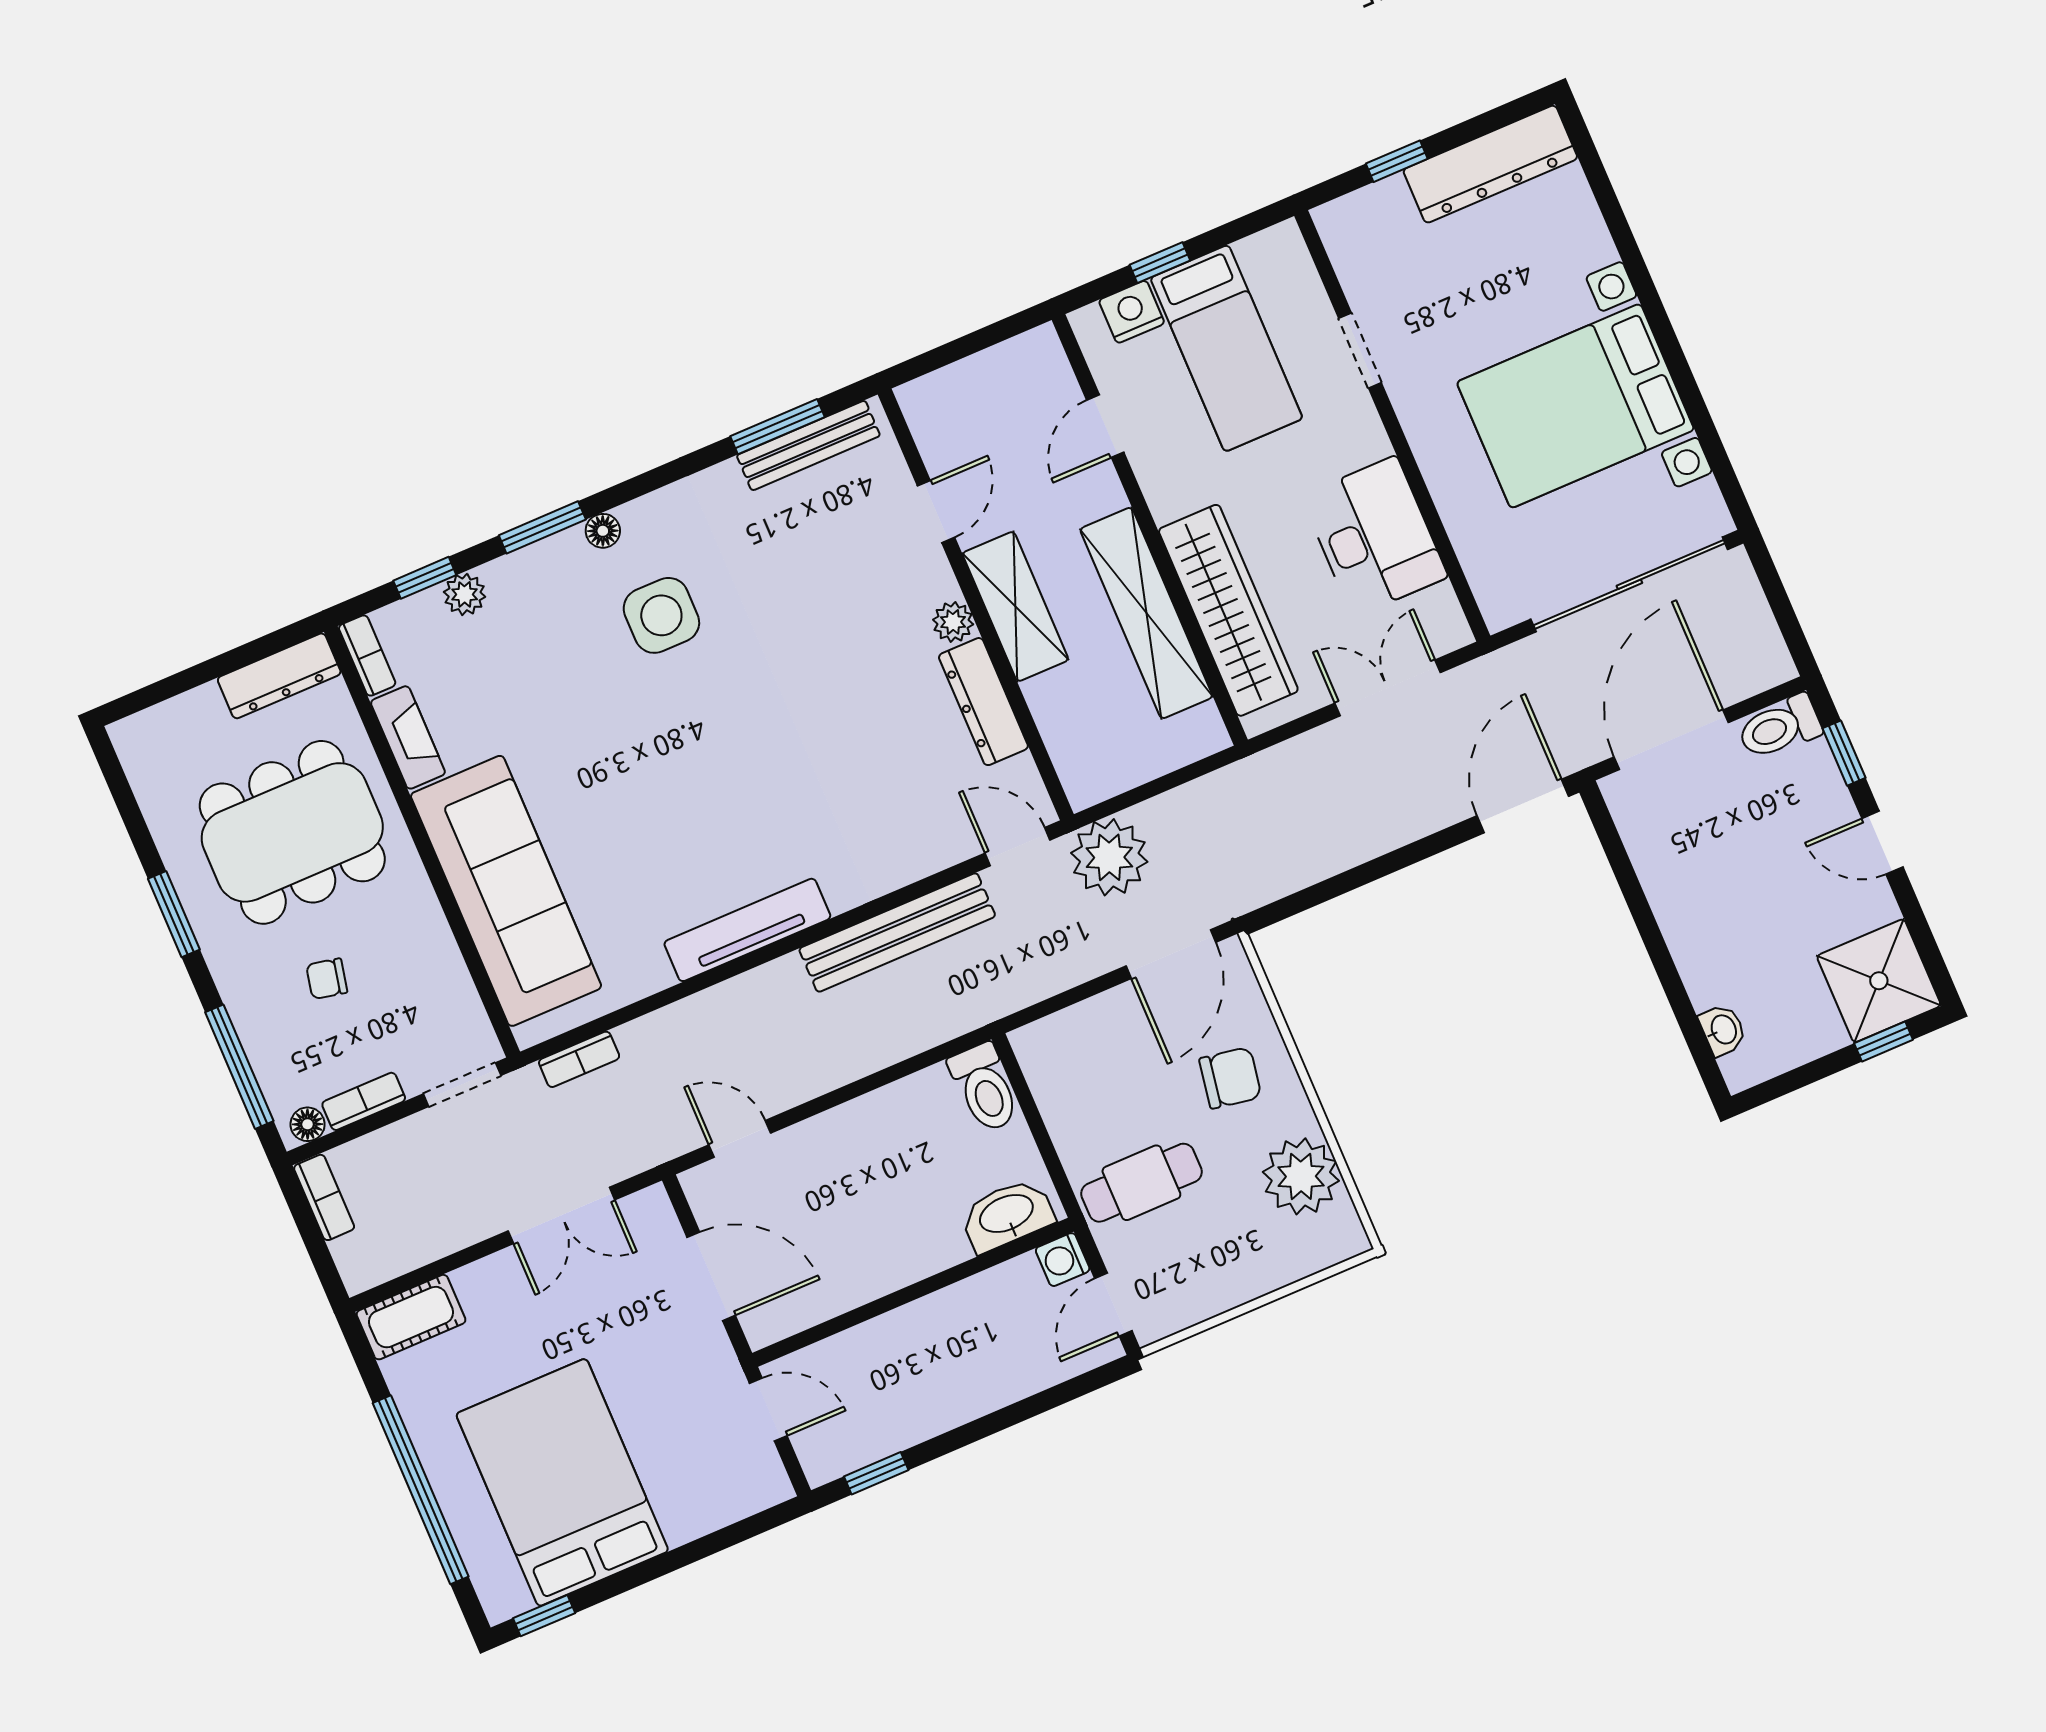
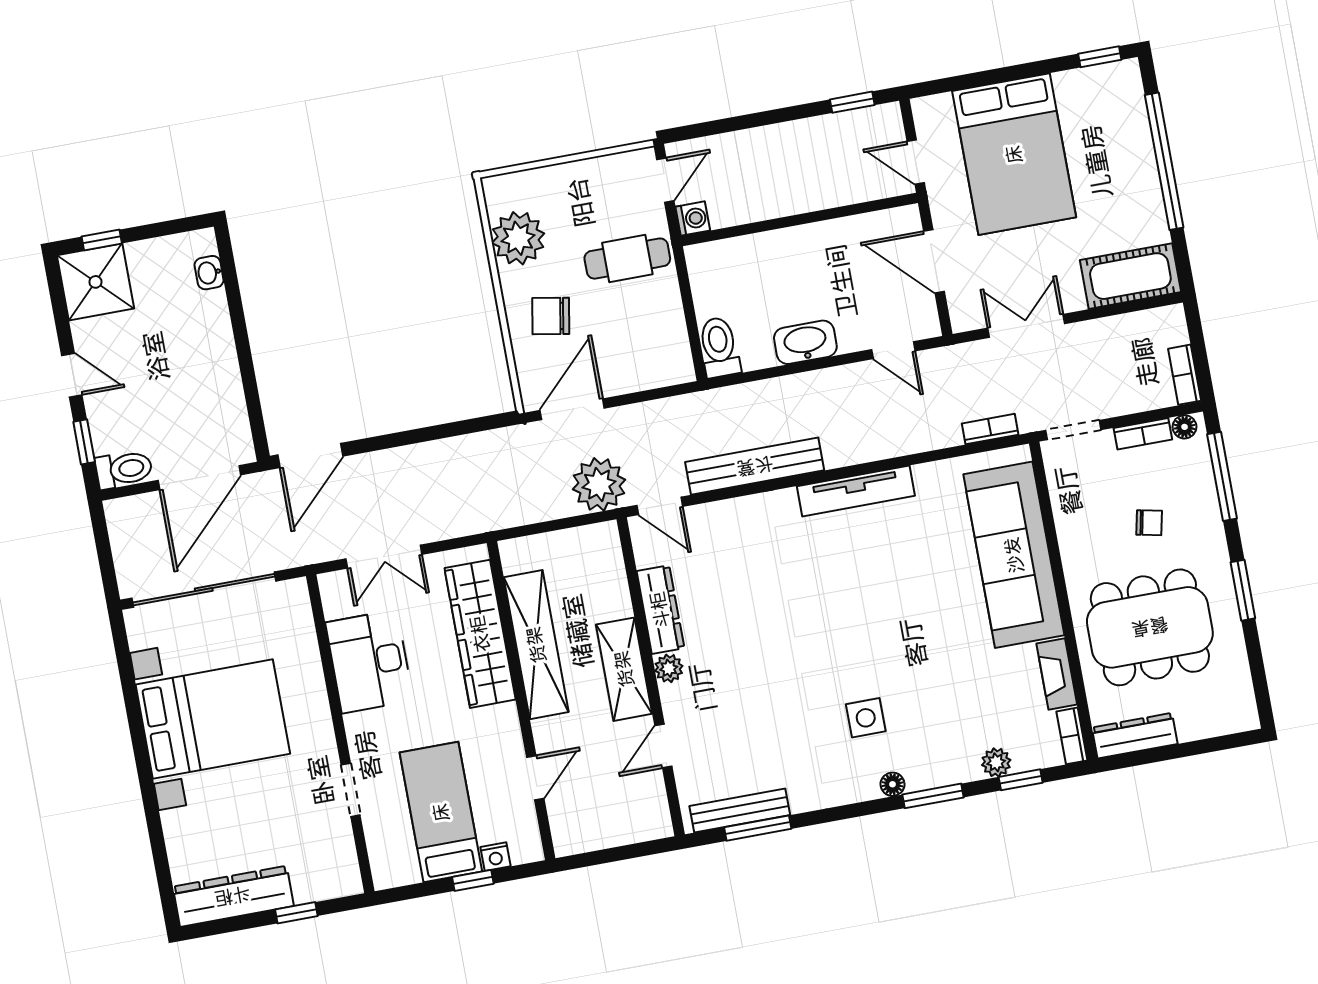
nightstand: (1132, 312) -> (495, 857), width x0.72, depth x0.74
side table: (661, 615) -> (866, 718), width x0.73, depth x0.73
washbasin: (1007, 1215) -> (805, 342), moved, turned 180
cot: (411, 1317) -> (1130, 276), width x1.37, depth x1.34
bed: (562, 1482) -> (1014, 154), moved

